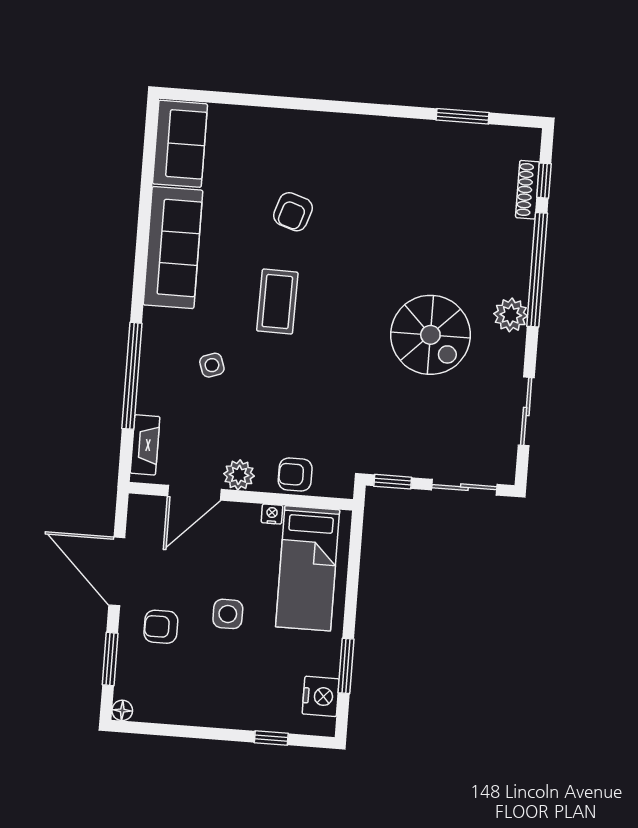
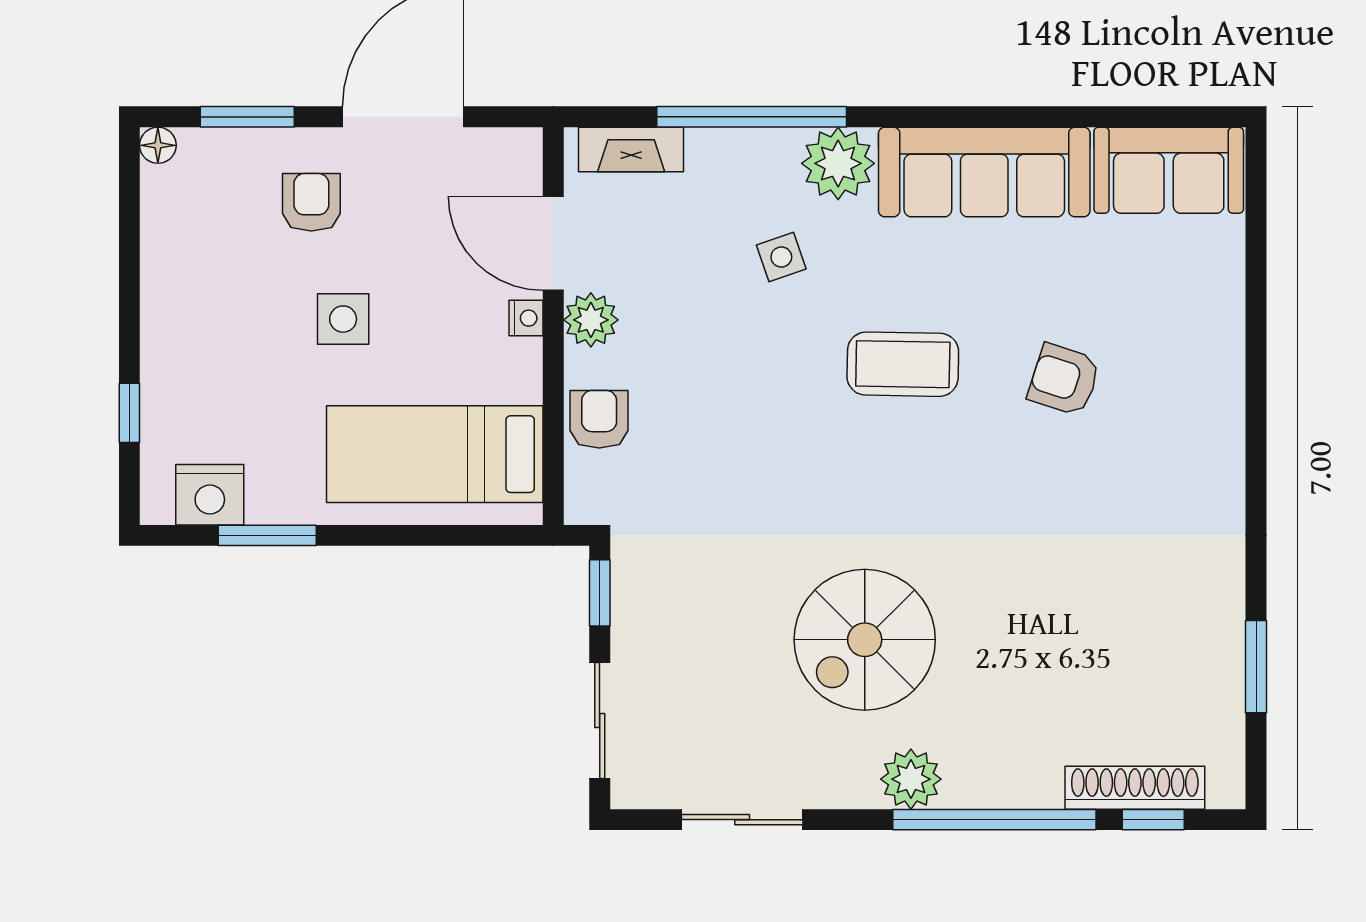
shoe rack: (528, 190) -> (1135, 788), width x1.36, depth x1.24
plant: (162, 329) -> (838, 163), added
nightstand: (272, 514) -> (526, 318), moved

